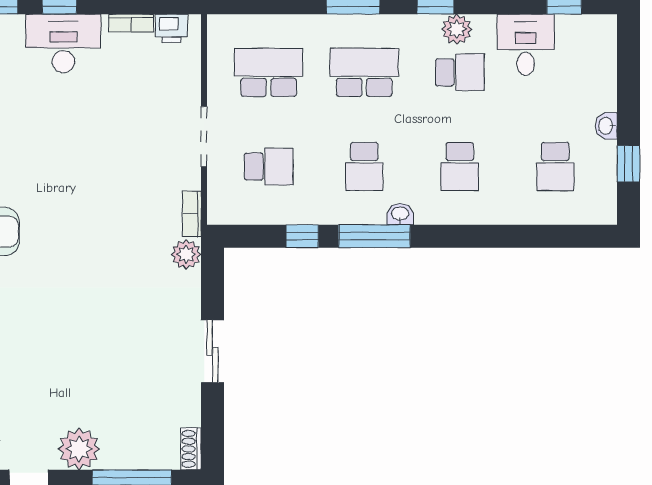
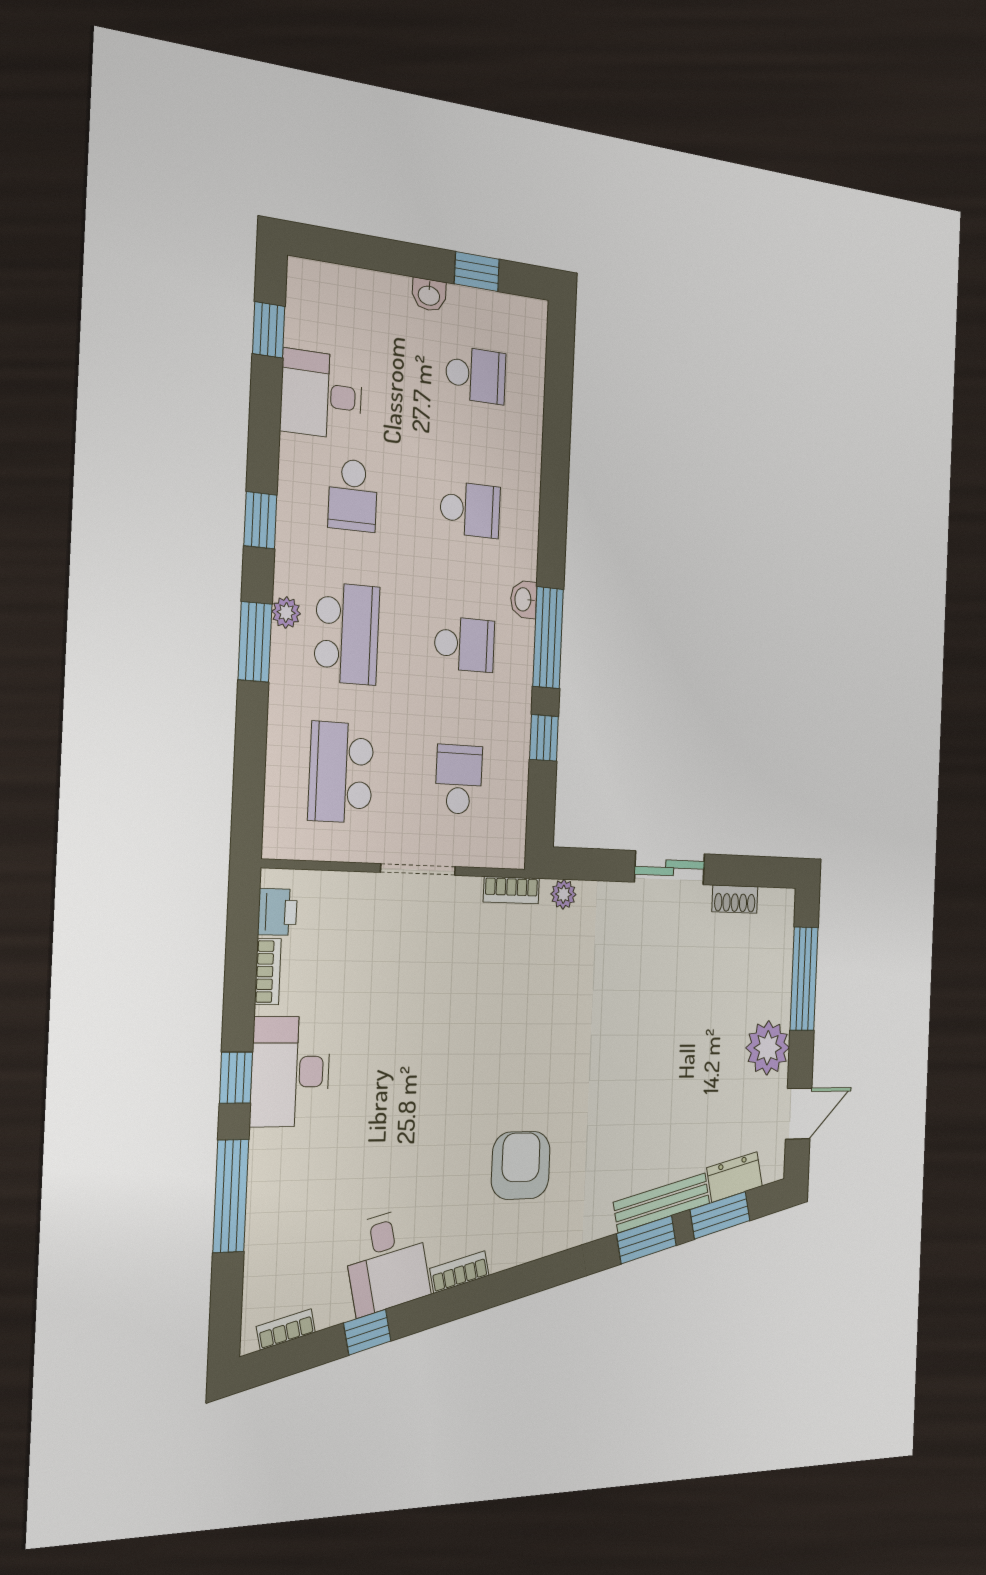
plant: (457, 29) -> (286, 613), moved, width x0.73, depth x0.73
school desk: (364, 72) -> (347, 634), turned 180
school desk: (460, 72) -> (353, 495), turned 180
plant: (186, 254) -> (563, 894), width x0.73, depth x0.73
shoe rack: (191, 449) -> (735, 899), moved

